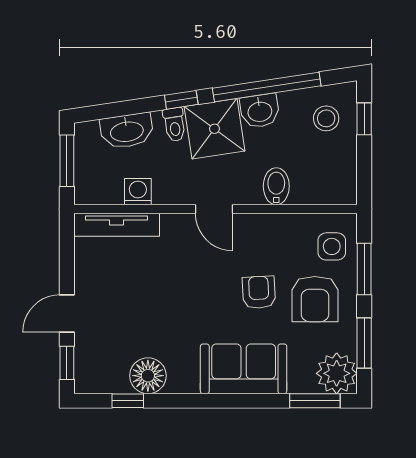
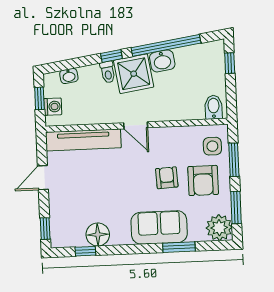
stool: (326, 118) -> (205, 64), removed
washbasin: (127, 131) -> (69, 76), width x0.52, depth x0.69
window: (67, 161) -> (39, 98), width x0.67
bidet: (276, 186) -> (214, 107), moved
washing machine: (138, 192) -> (53, 107), moved, turned 90
tv unit: (117, 225) -> (83, 140), width x1.36, depth x1.29
door: (67, 313) -> (43, 178), moved
window: (315, 401) -> (179, 247), moved

